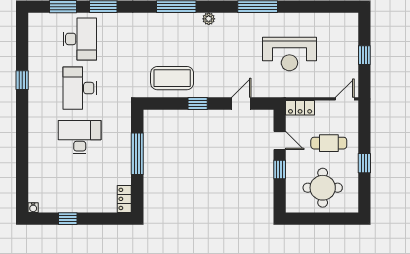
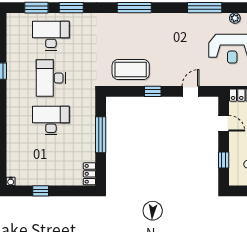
plant: (209, 19) -> (235, 18), moved
desk: (80, 39) -> (51, 36), turned -90
window: (280, 170) -> (224, 160), moved

